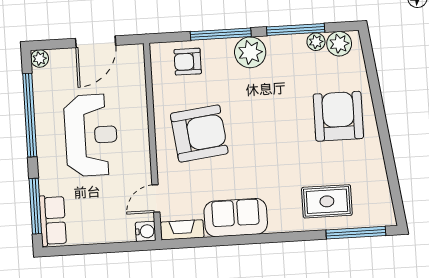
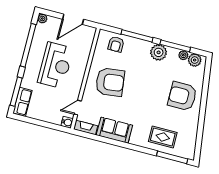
plant: (250, 52) -> (159, 52), moved
armchair: (188, 62) -> (116, 44), turned -90
armchair: (338, 116) -> (182, 96), turned -90

